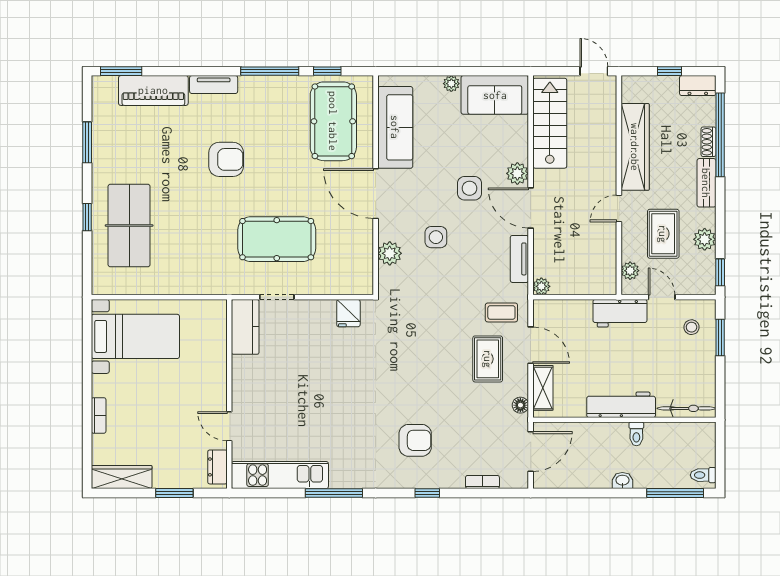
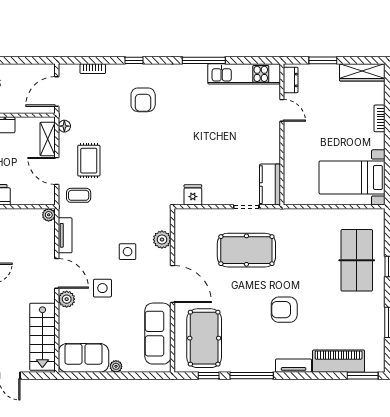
armchair: (415, 440) -> (143, 100), turned -90

